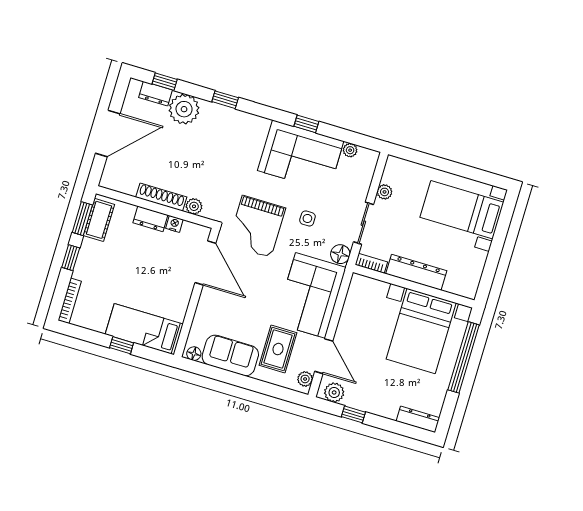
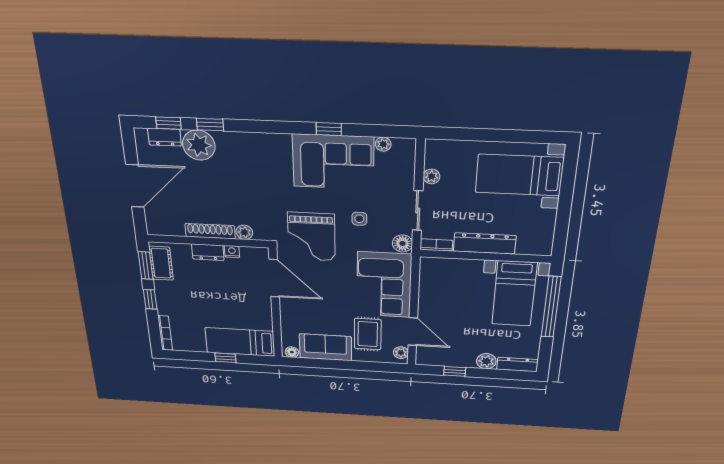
window: (225, 100) -> (210, 125), moved
bed with nightstands: (421, 331) -> (514, 294), width x0.73
plant: (334, 392) -> (486, 361), moved

